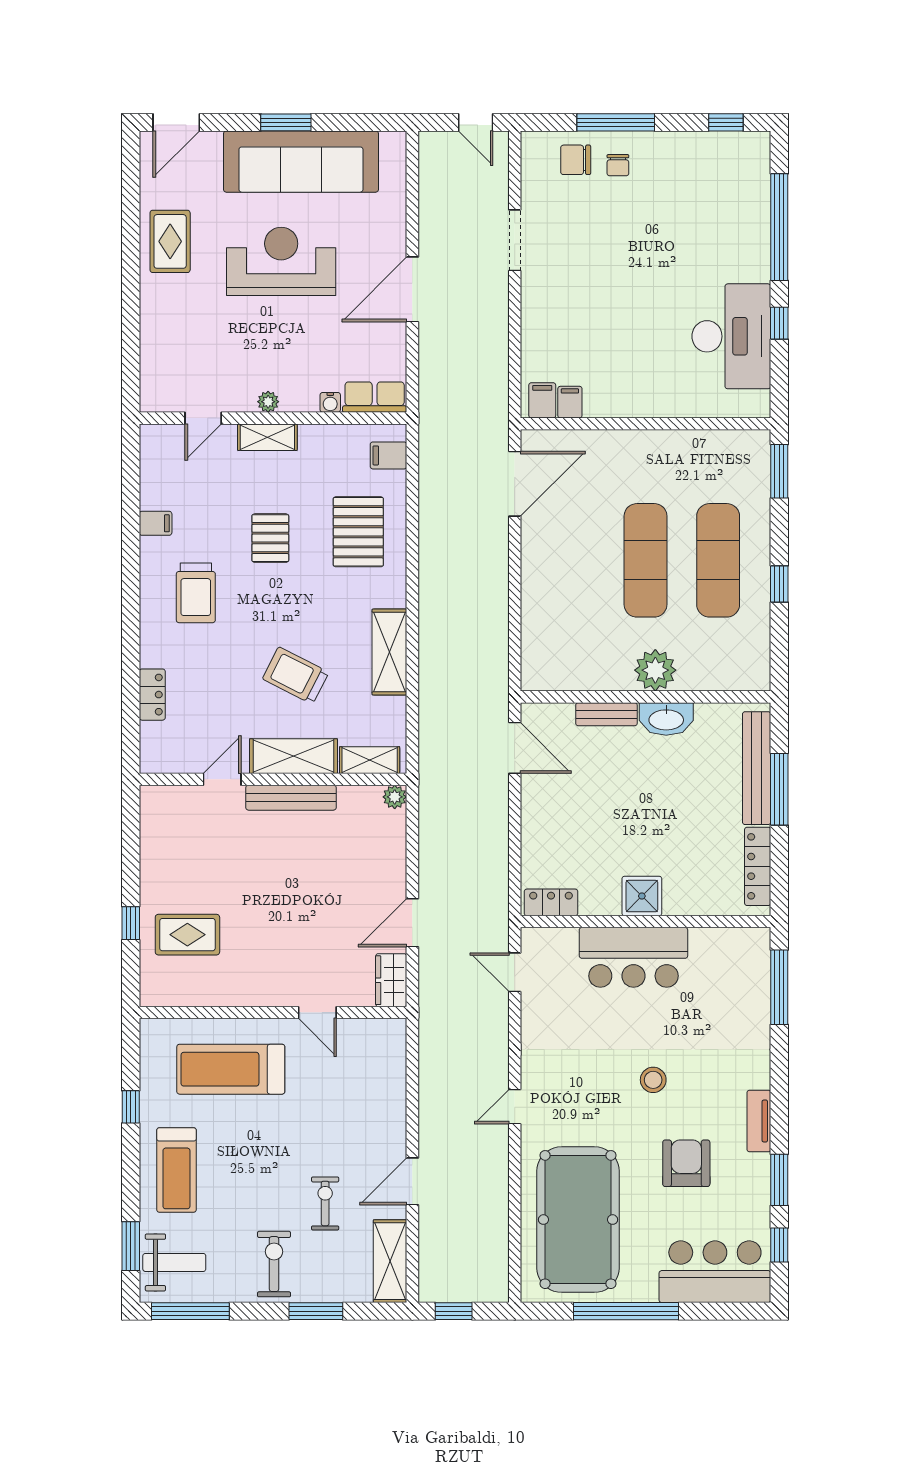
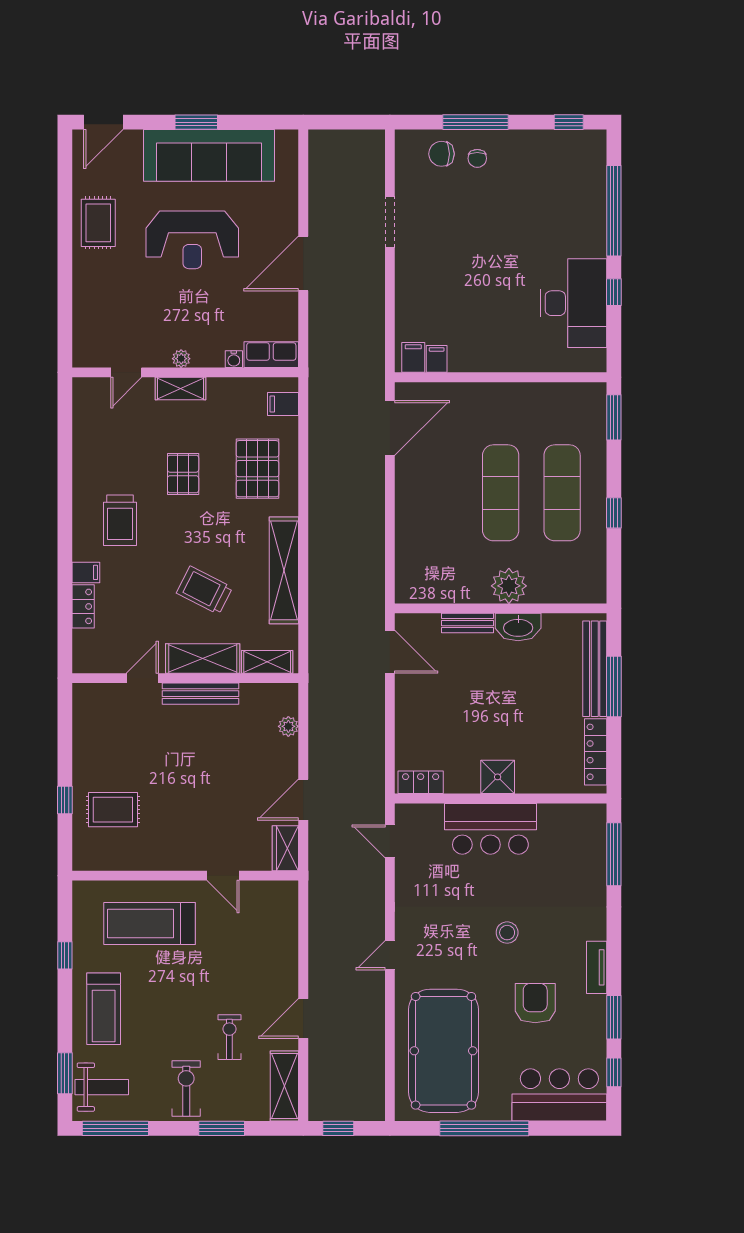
door: (476, 122) -> (357, 122), removed
reception desk: (281, 261) -> (192, 240), turned 180
filing cabinet: (156, 523) -> (86, 572), moved
shelving: (389, 652) -> (284, 570), width x1.47
plant: (395, 797) -> (288, 726), moved

